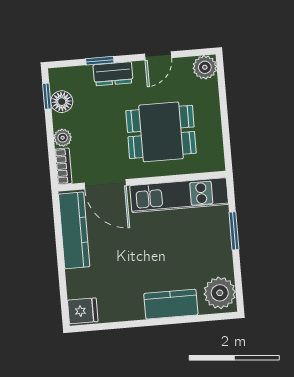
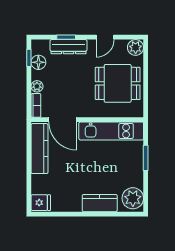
dresser: (113, 74) -> (69, 47), width x1.44
dining table: (161, 132) -> (118, 83), moved

